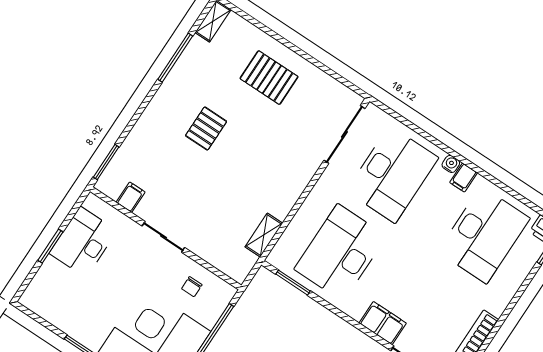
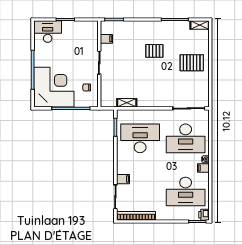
pallet: (269, 78) -> (192, 63), turned 90
desk: (83, 242) -> (48, 32), moved
filing cabinet: (383, 323) -> (123, 179), width x0.50

